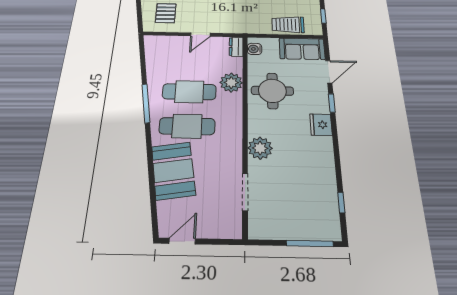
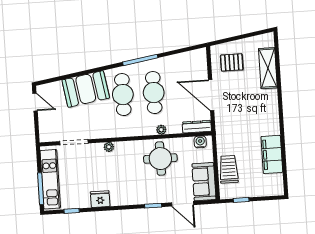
door: (200, 35) -> (211, 95), width x1.88
dresser: (236, 47) -> (197, 127), width x1.44
plant: (231, 83) -> (161, 130), width x0.53, depth x0.53
fridge: (321, 125) -> (100, 199), moved
plant: (260, 148) -> (109, 147), width x0.53, depth x0.53
kitchen unit: (296, 228) -> (50, 179), added

